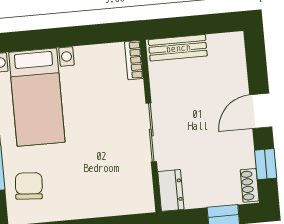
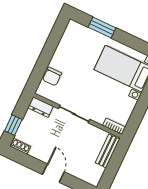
window: (266, 164) -> (26, 160), removed
chair: (29, 186) -> (52, 76), moved, turned 86

